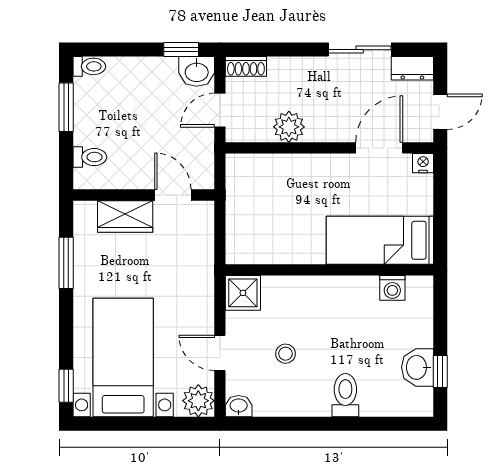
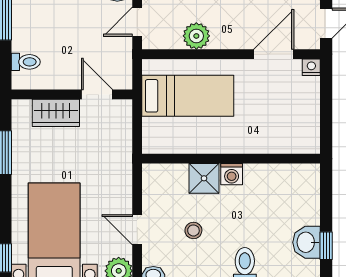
bed: (380, 240) -> (188, 96), moved, turned 180
washing machine: (392, 288) -> (232, 174), moved
shower: (243, 293) -> (204, 178), moved

